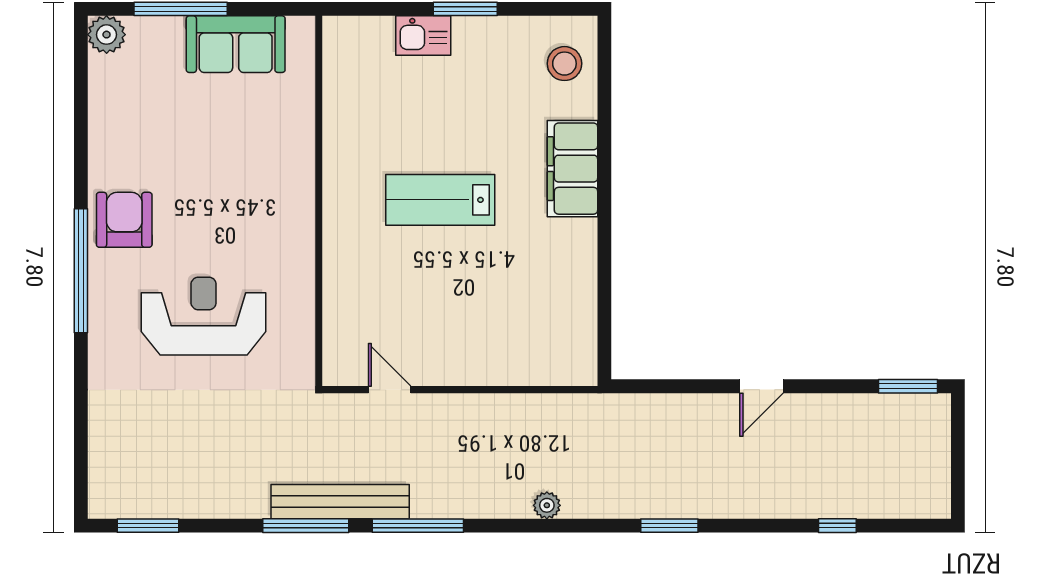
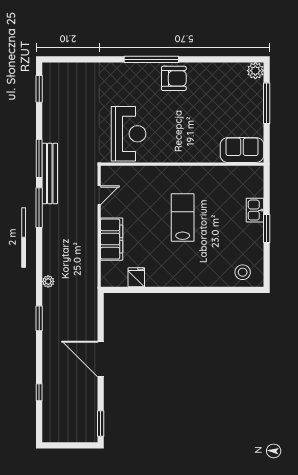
sofa: (236, 44) -> (242, 150), moved, turned 90
filing cabinet: (573, 169) -> (112, 239), moved, turned 90
fridge: (576, 305) -> (136, 277), added
reception desk: (204, 316) -> (129, 134), moved
door: (762, 386) -> (101, 359), width x1.87
plant: (547, 505) -> (48, 281), moved

